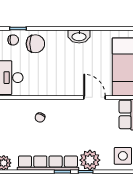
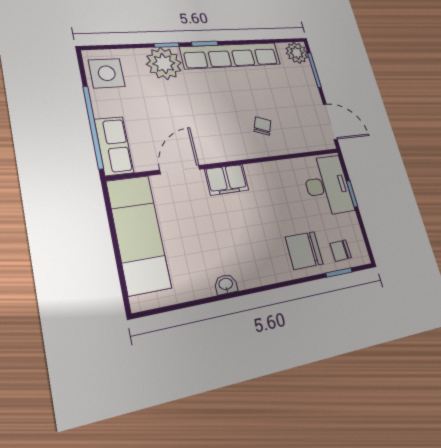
washbasin: (79, 36) -> (226, 284), width x0.52, depth x0.69
filing cabinet: (70, 89) -> (227, 180), added
door: (95, 97) -> (180, 170), swing flipped

